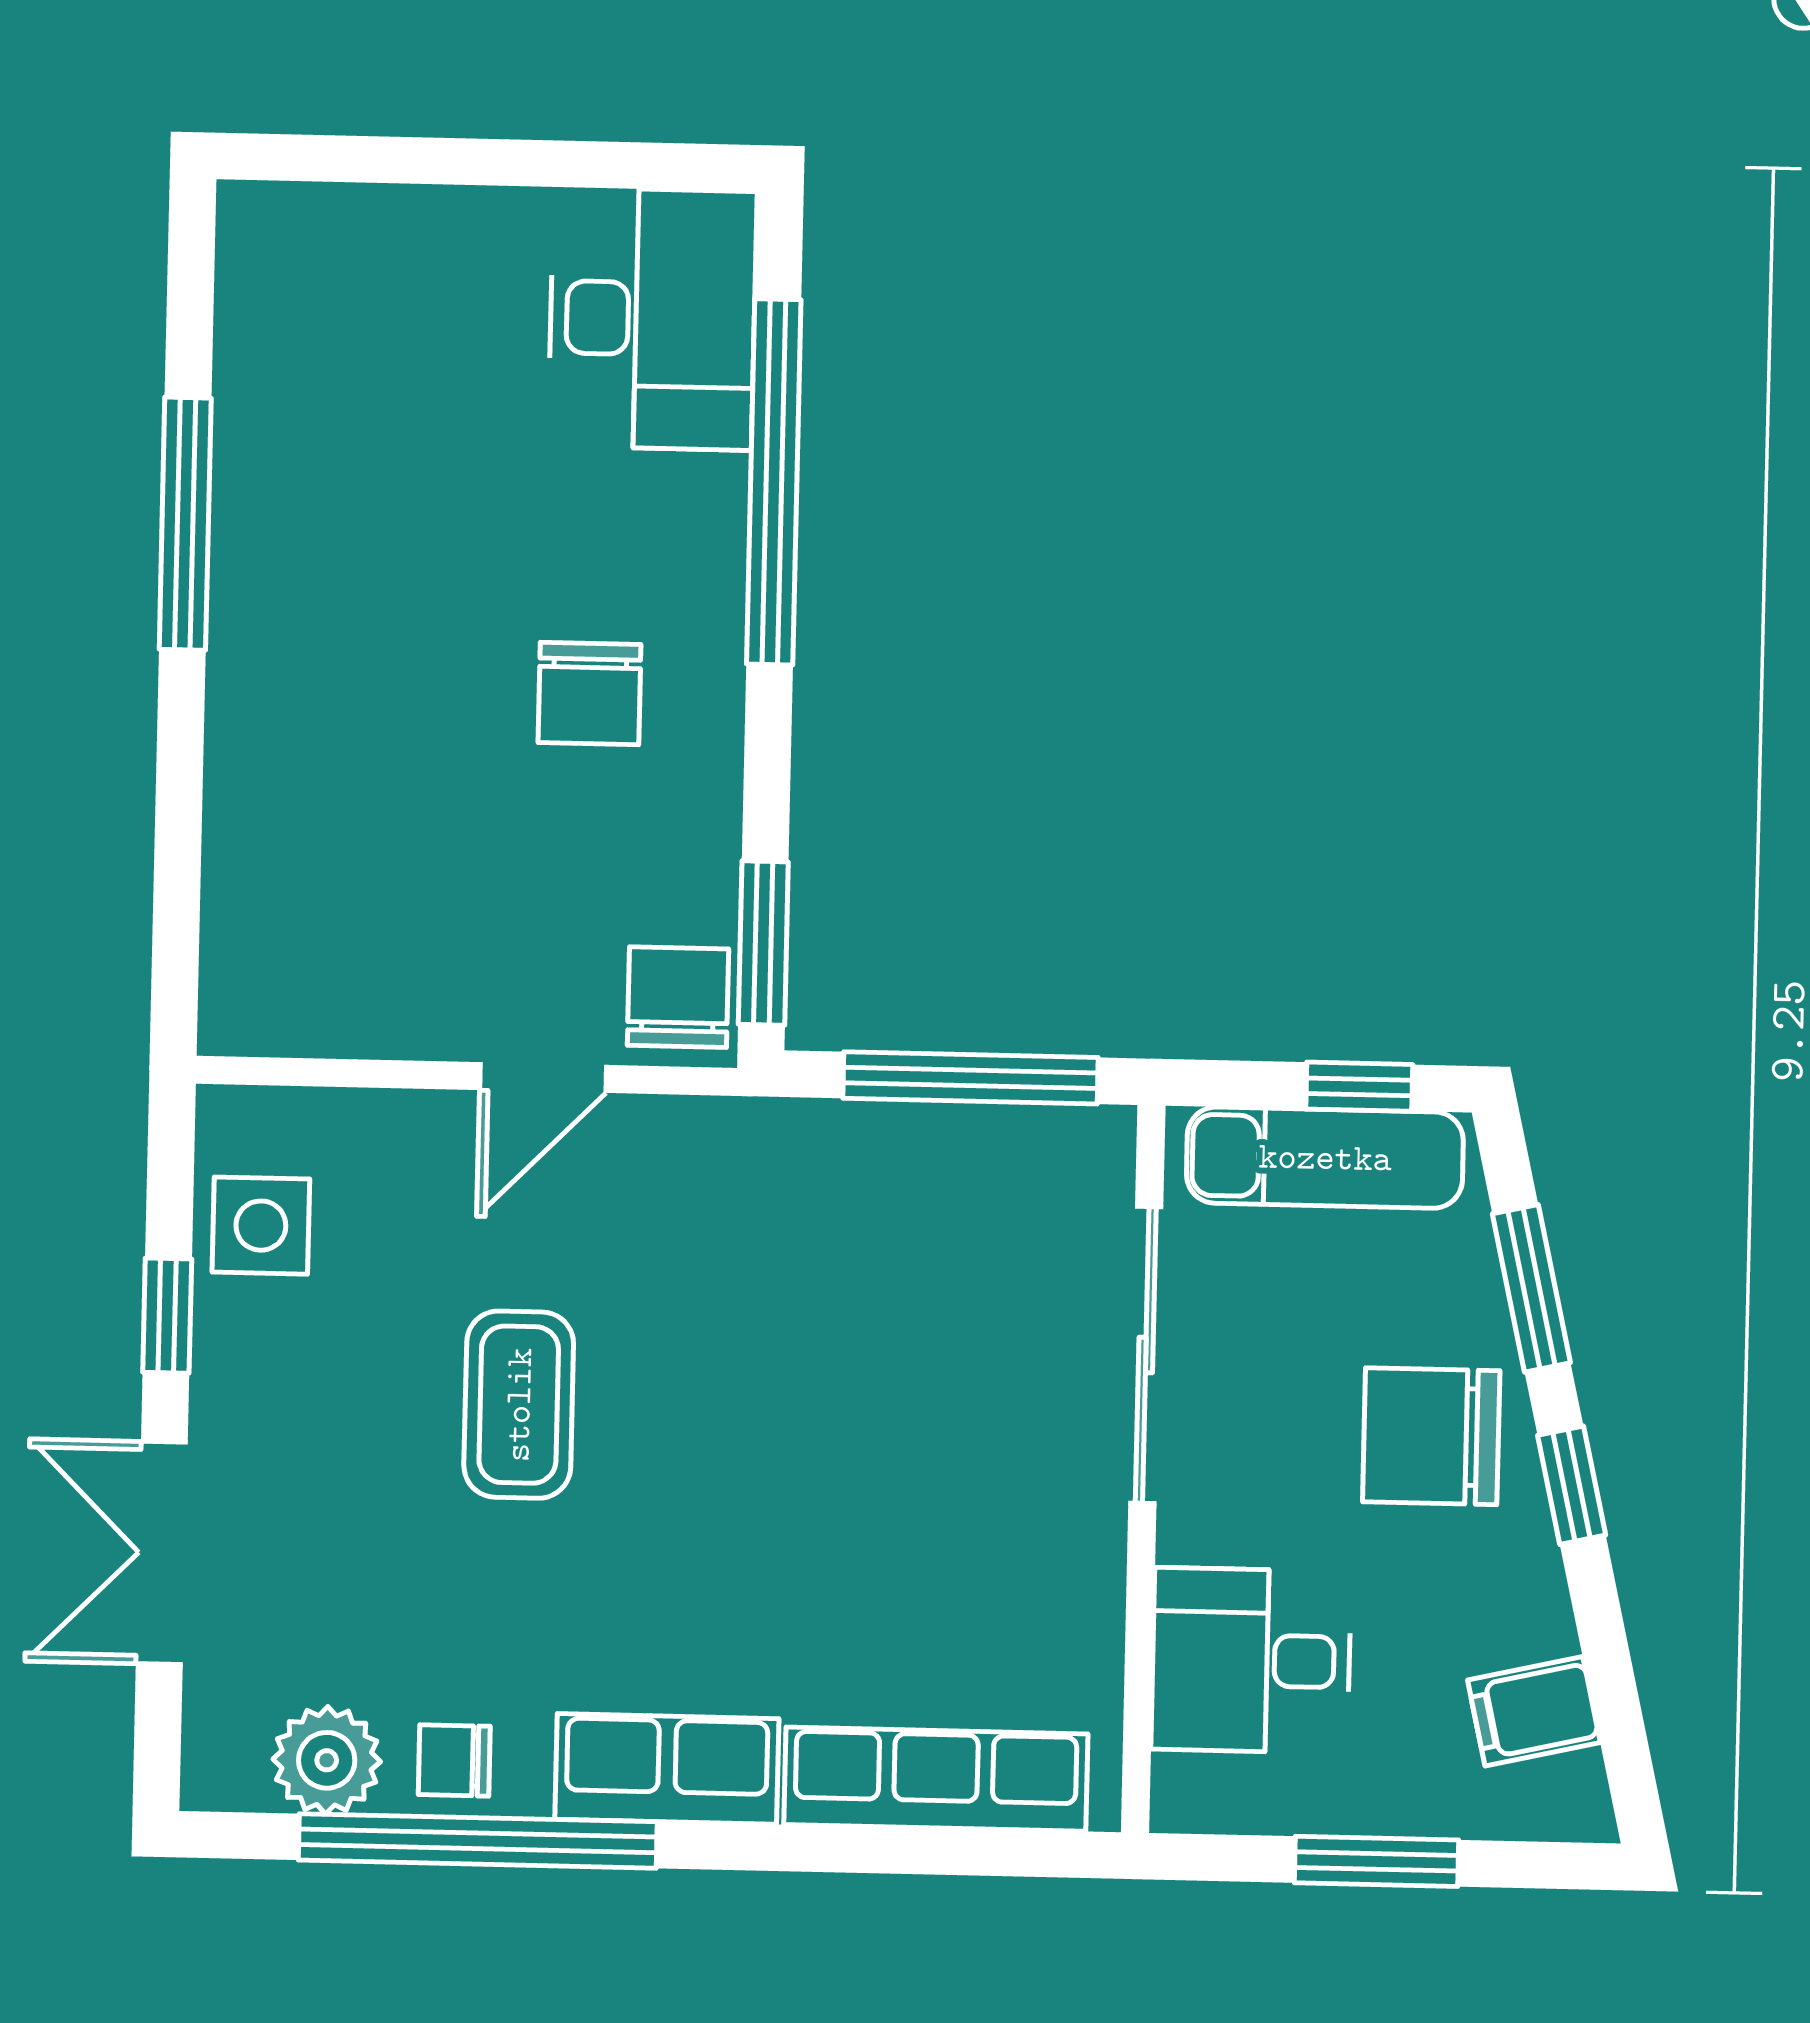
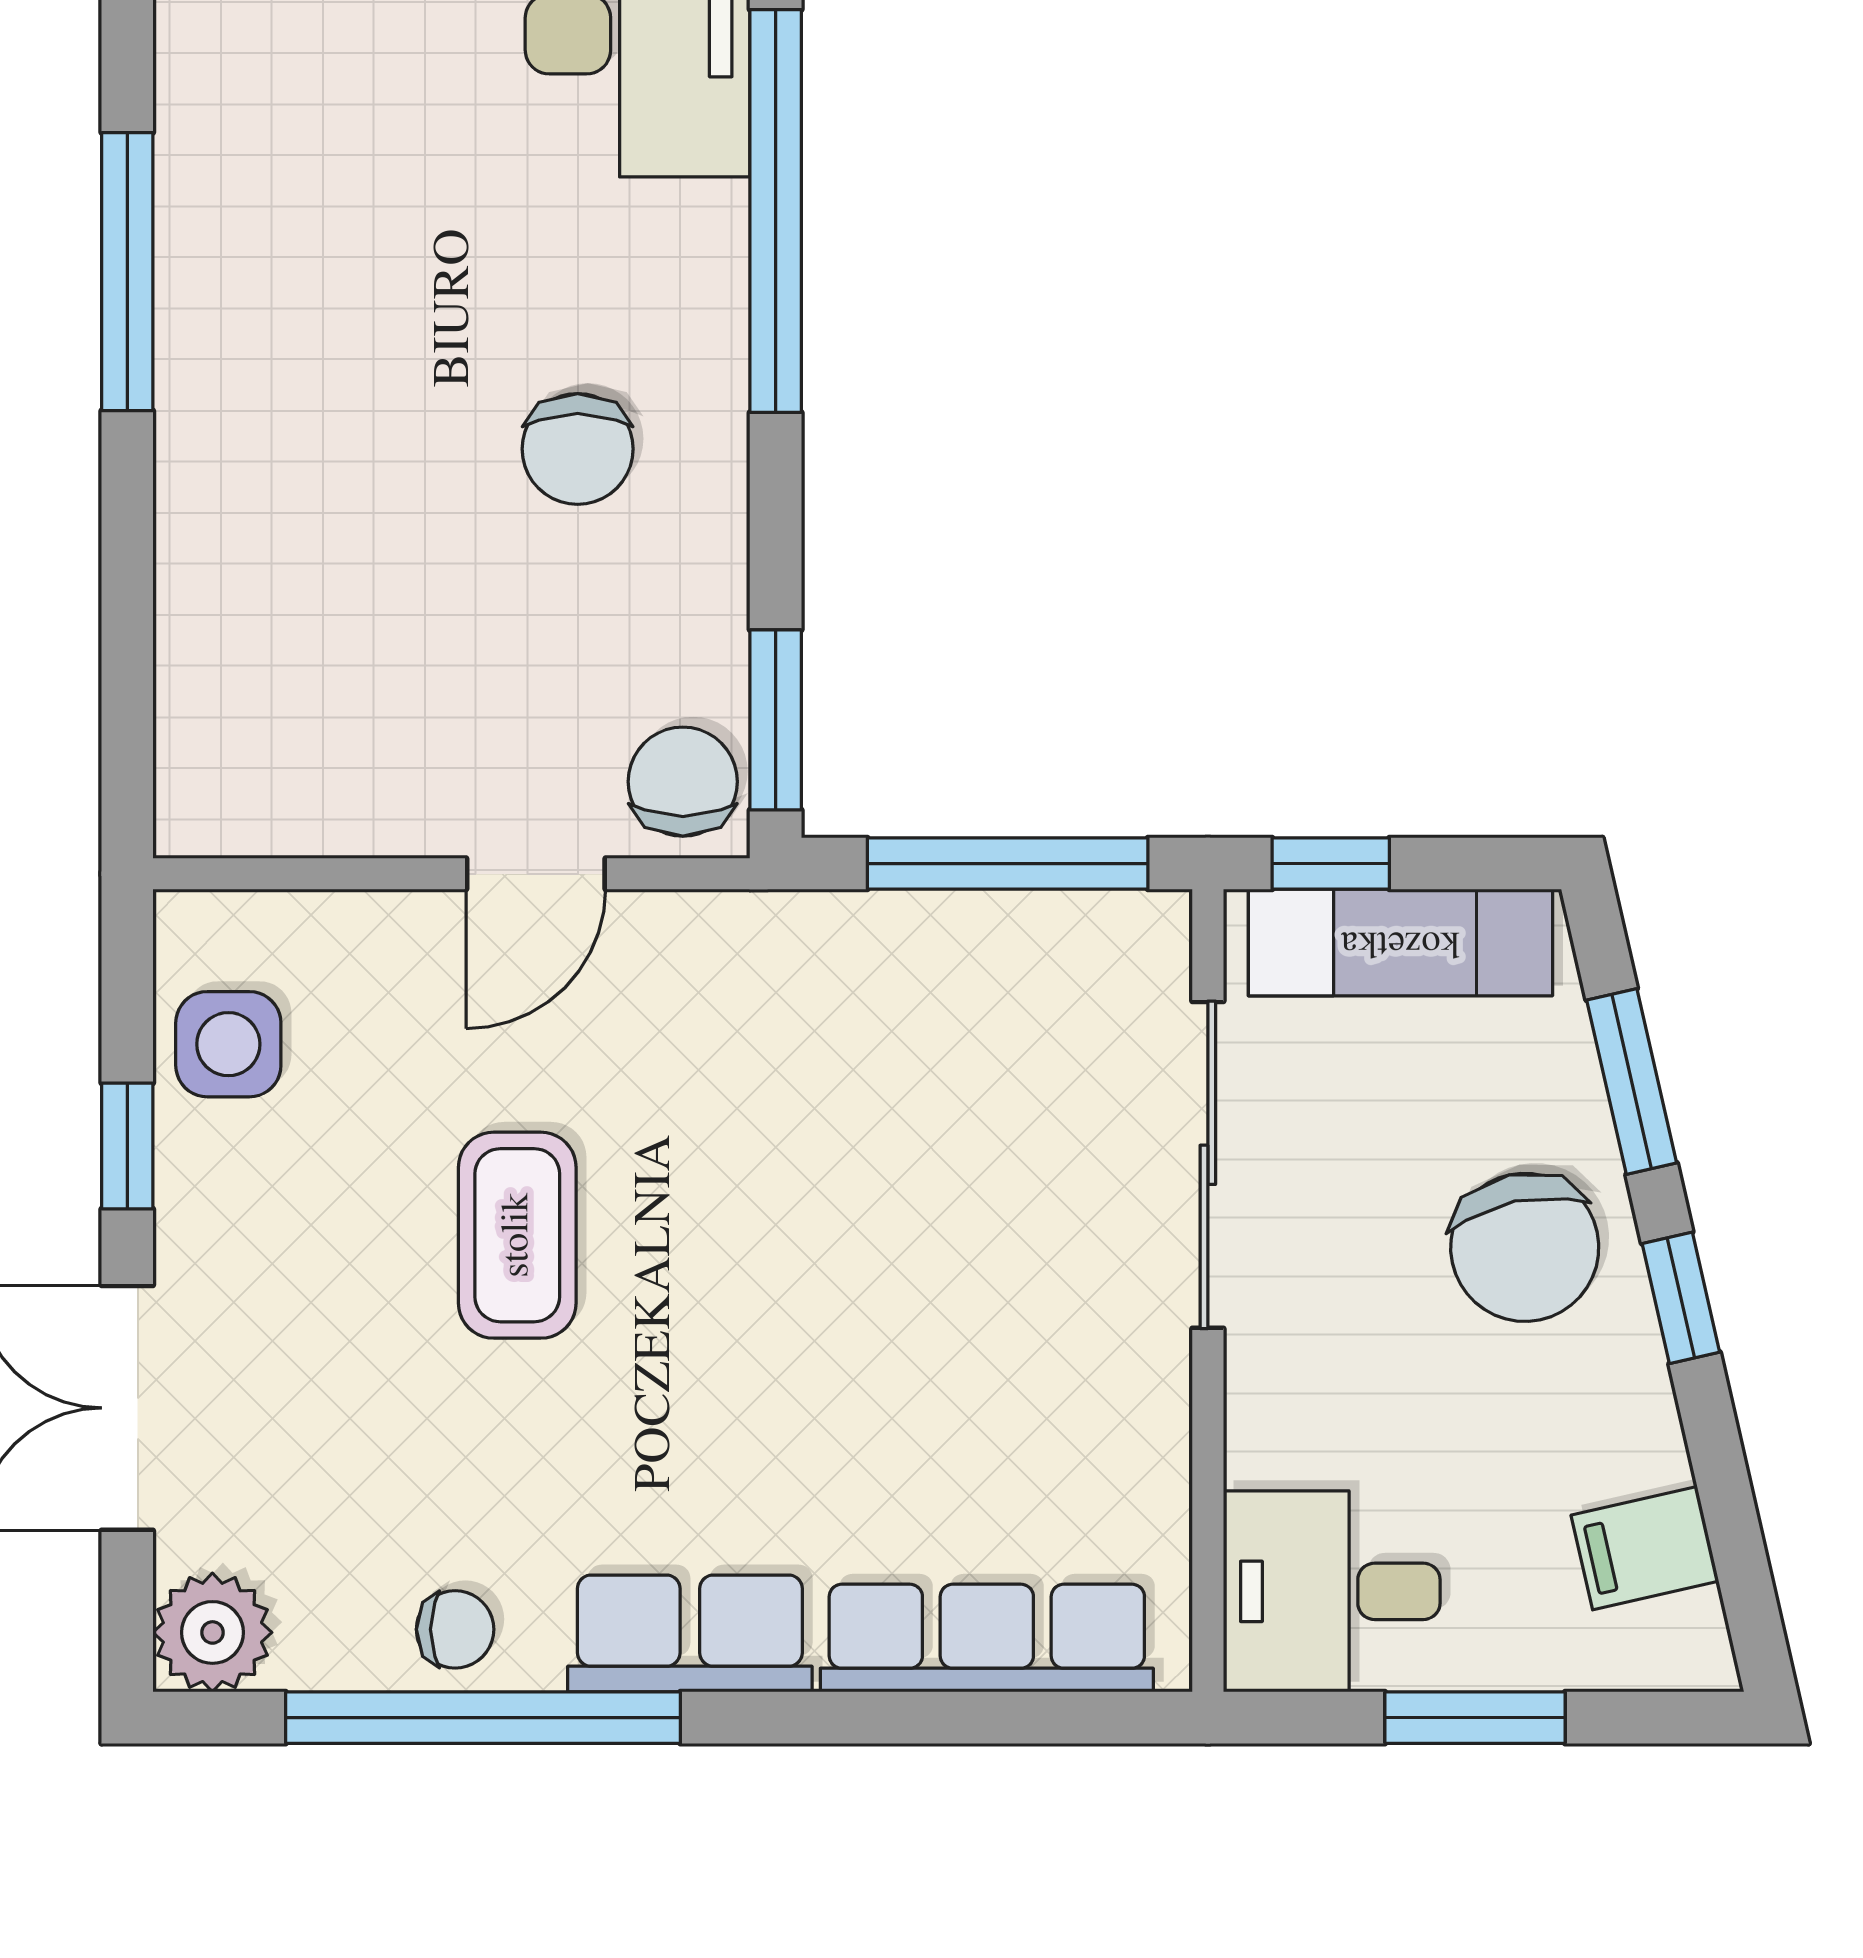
window: (1359, 1087) -> (1331, 864), moved
chair: (1431, 1436) -> (1525, 1247), turned -102
desk: (1251, 1660) -> (1332, 1591), moved
plant: (327, 1760) -> (212, 1632), moved
chair: (454, 1760) -> (455, 1629), turned 180

